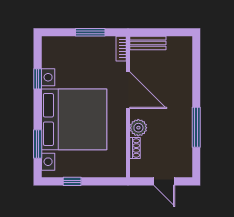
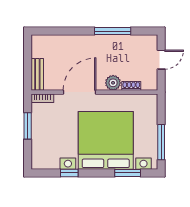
window: (72, 181) -> (161, 142), width x2.17

